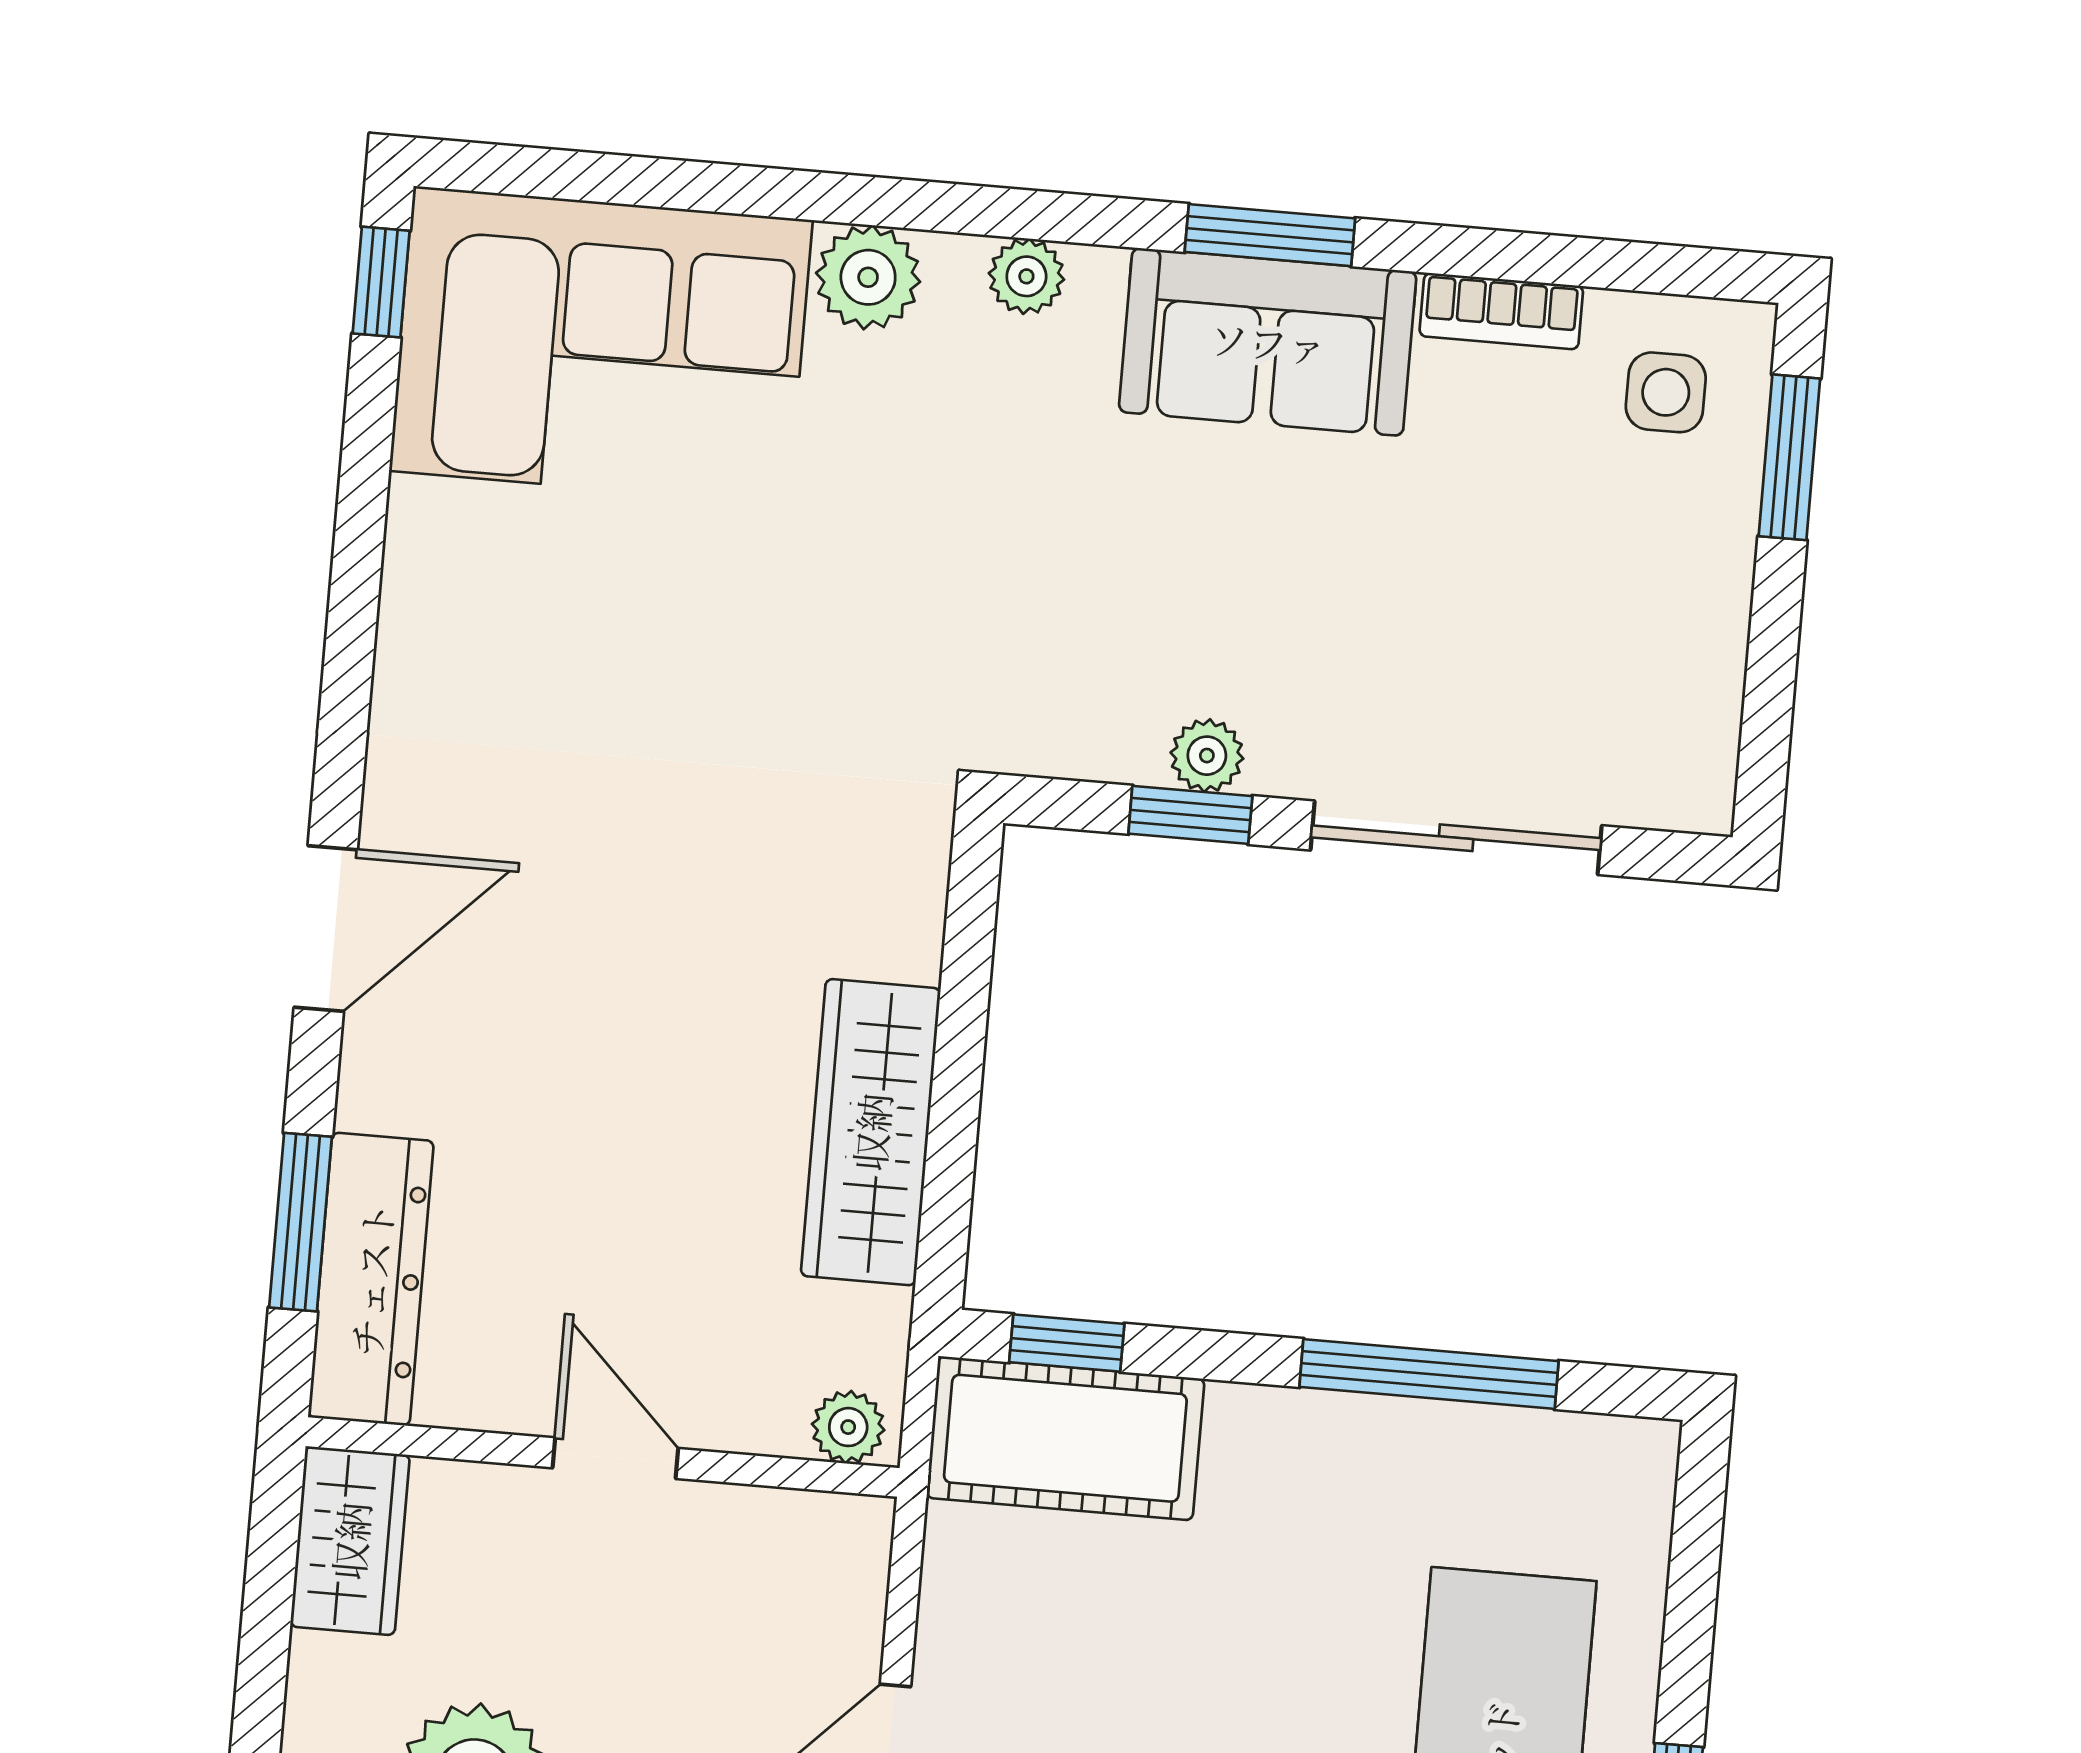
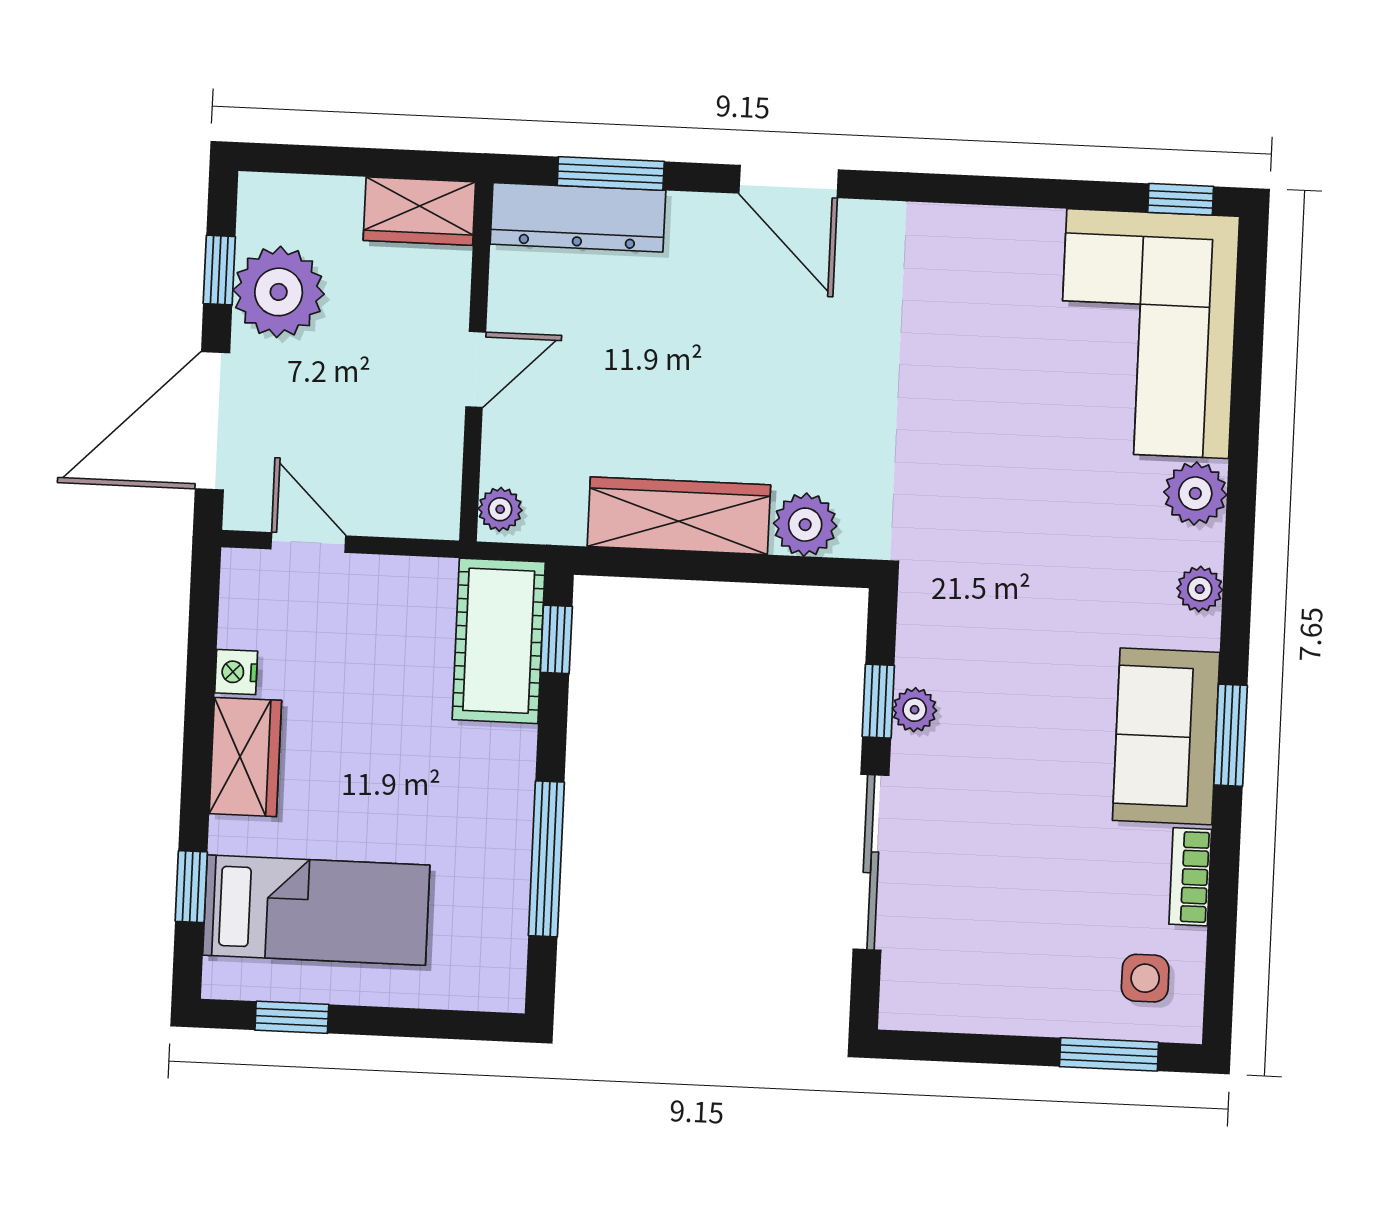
plant: (894, 924) -> (805, 525), added

